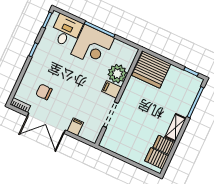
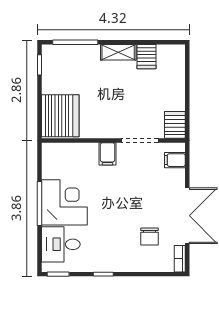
plant: (117, 74) -> (85, 156), removed
filing cabinet: (75, 127) -> (175, 160), moved
server rack: (157, 158) -> (175, 125), moved, turned 180

